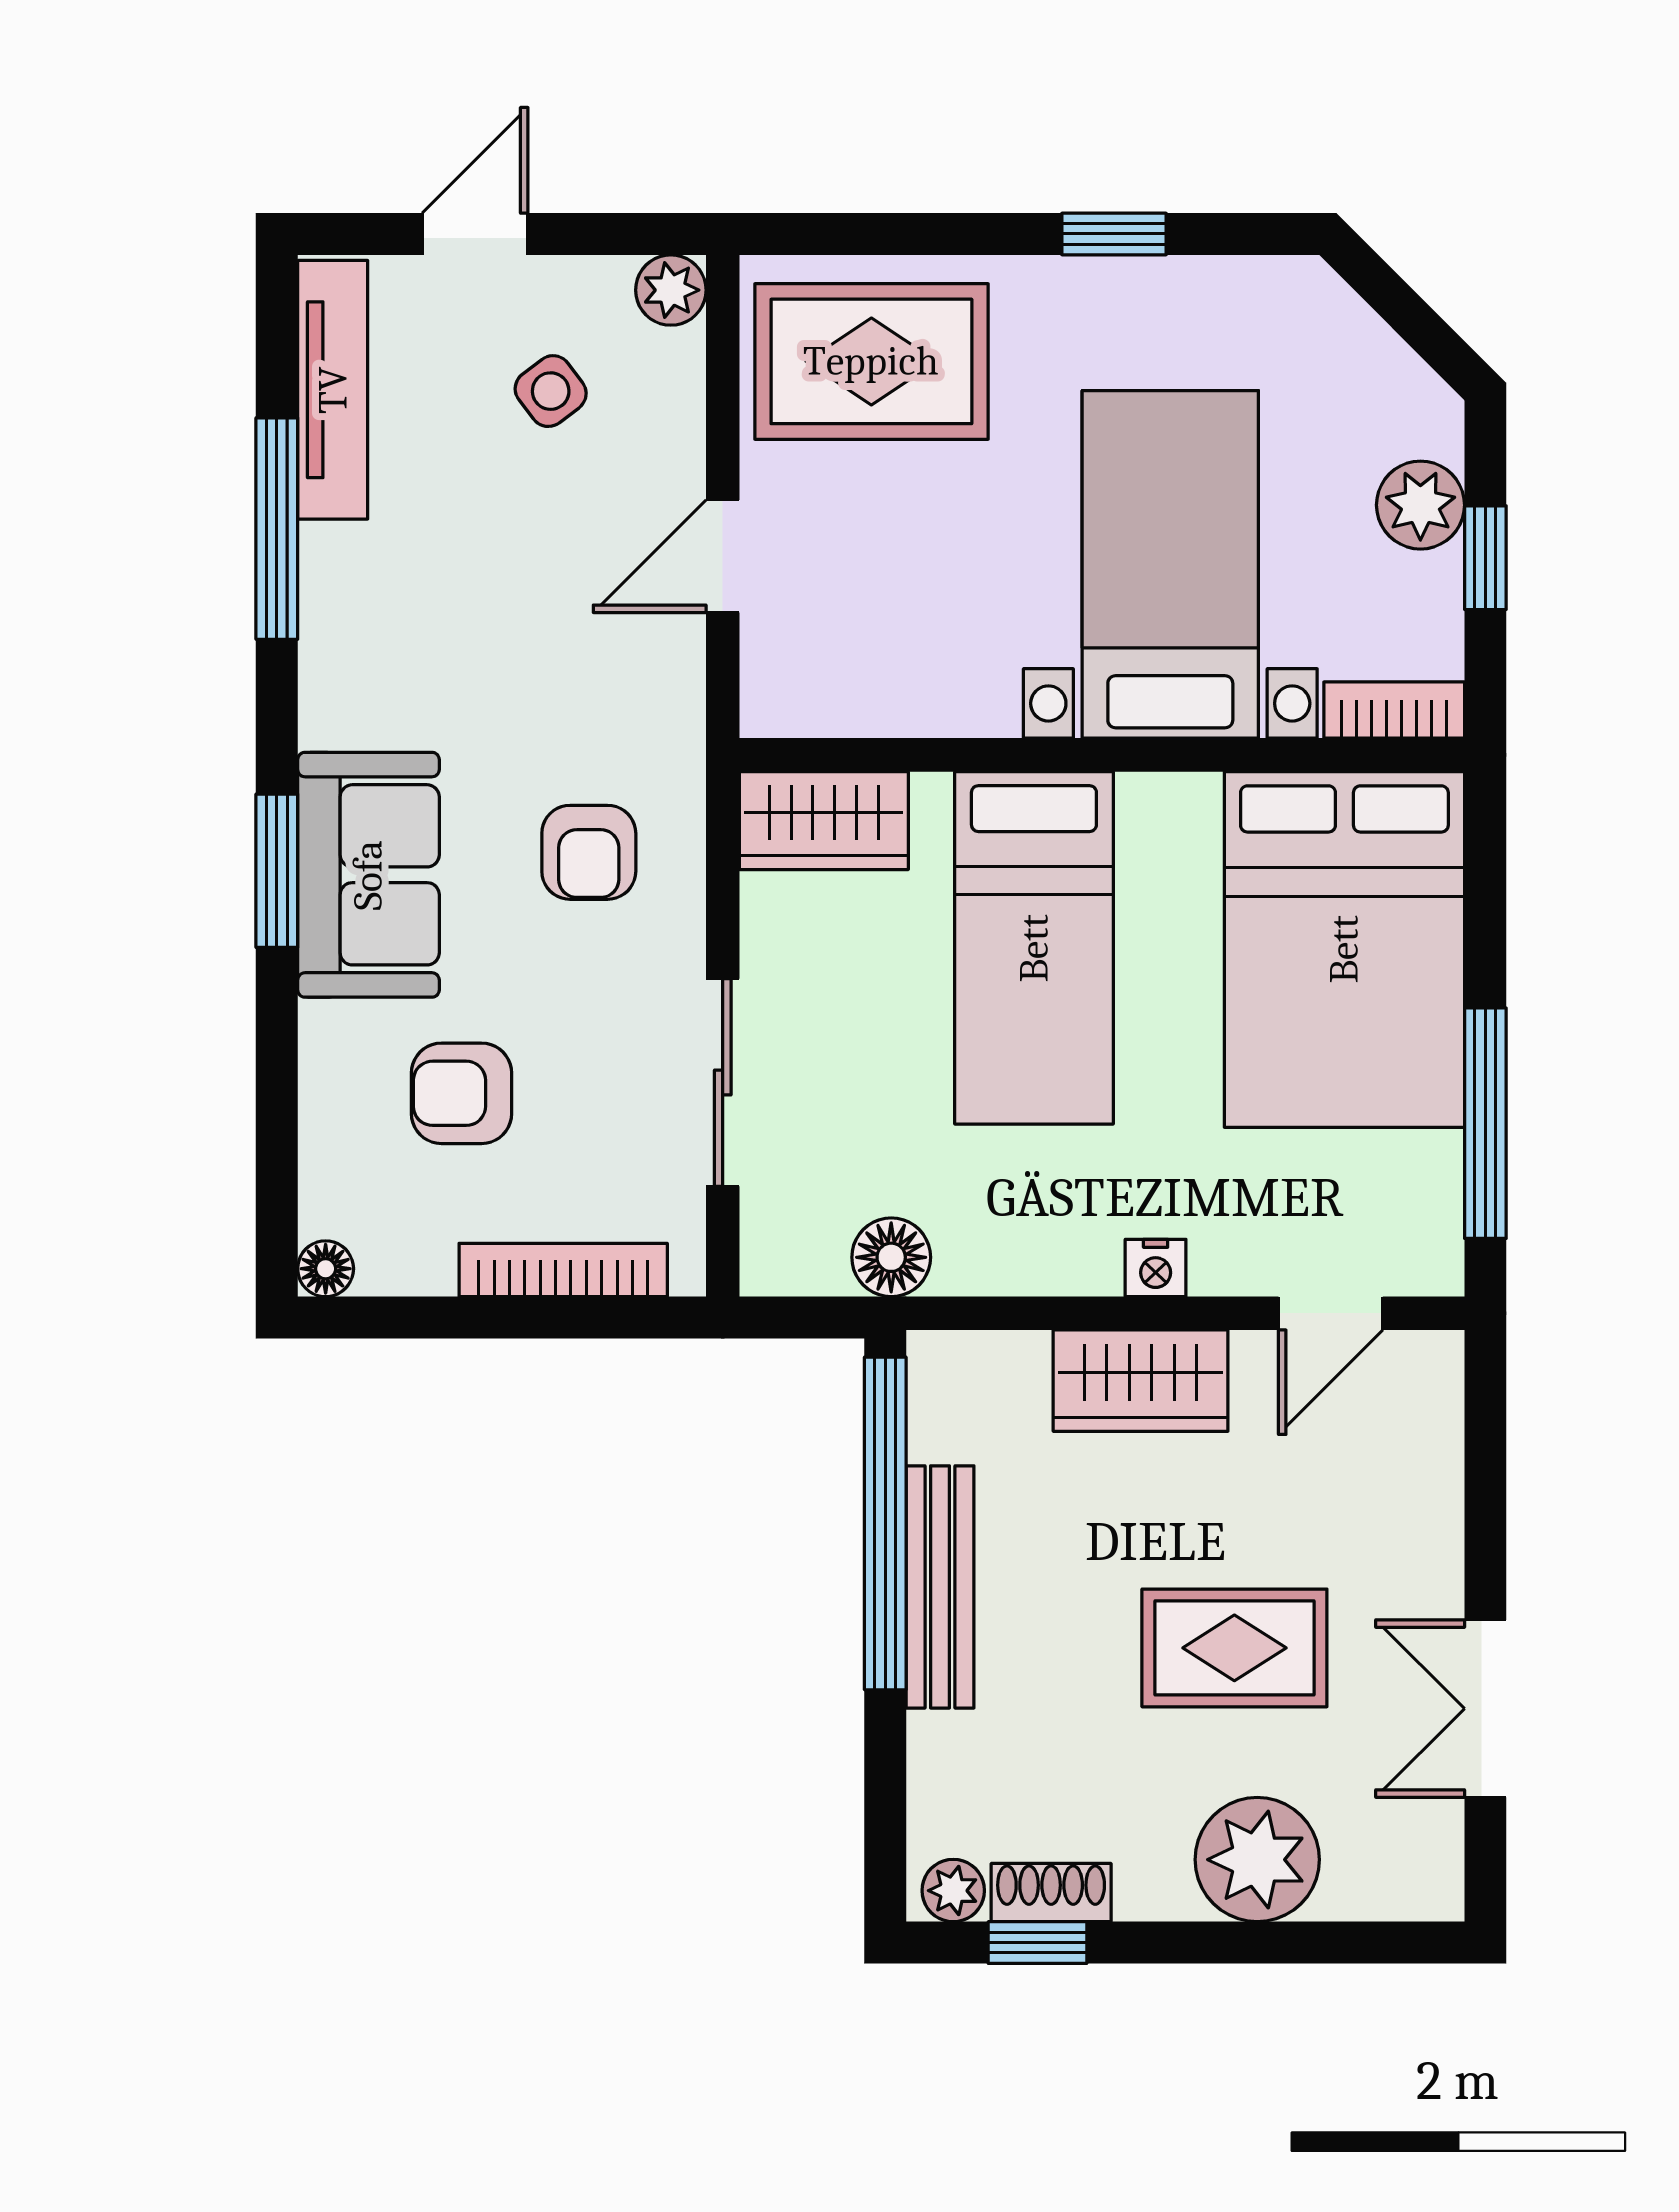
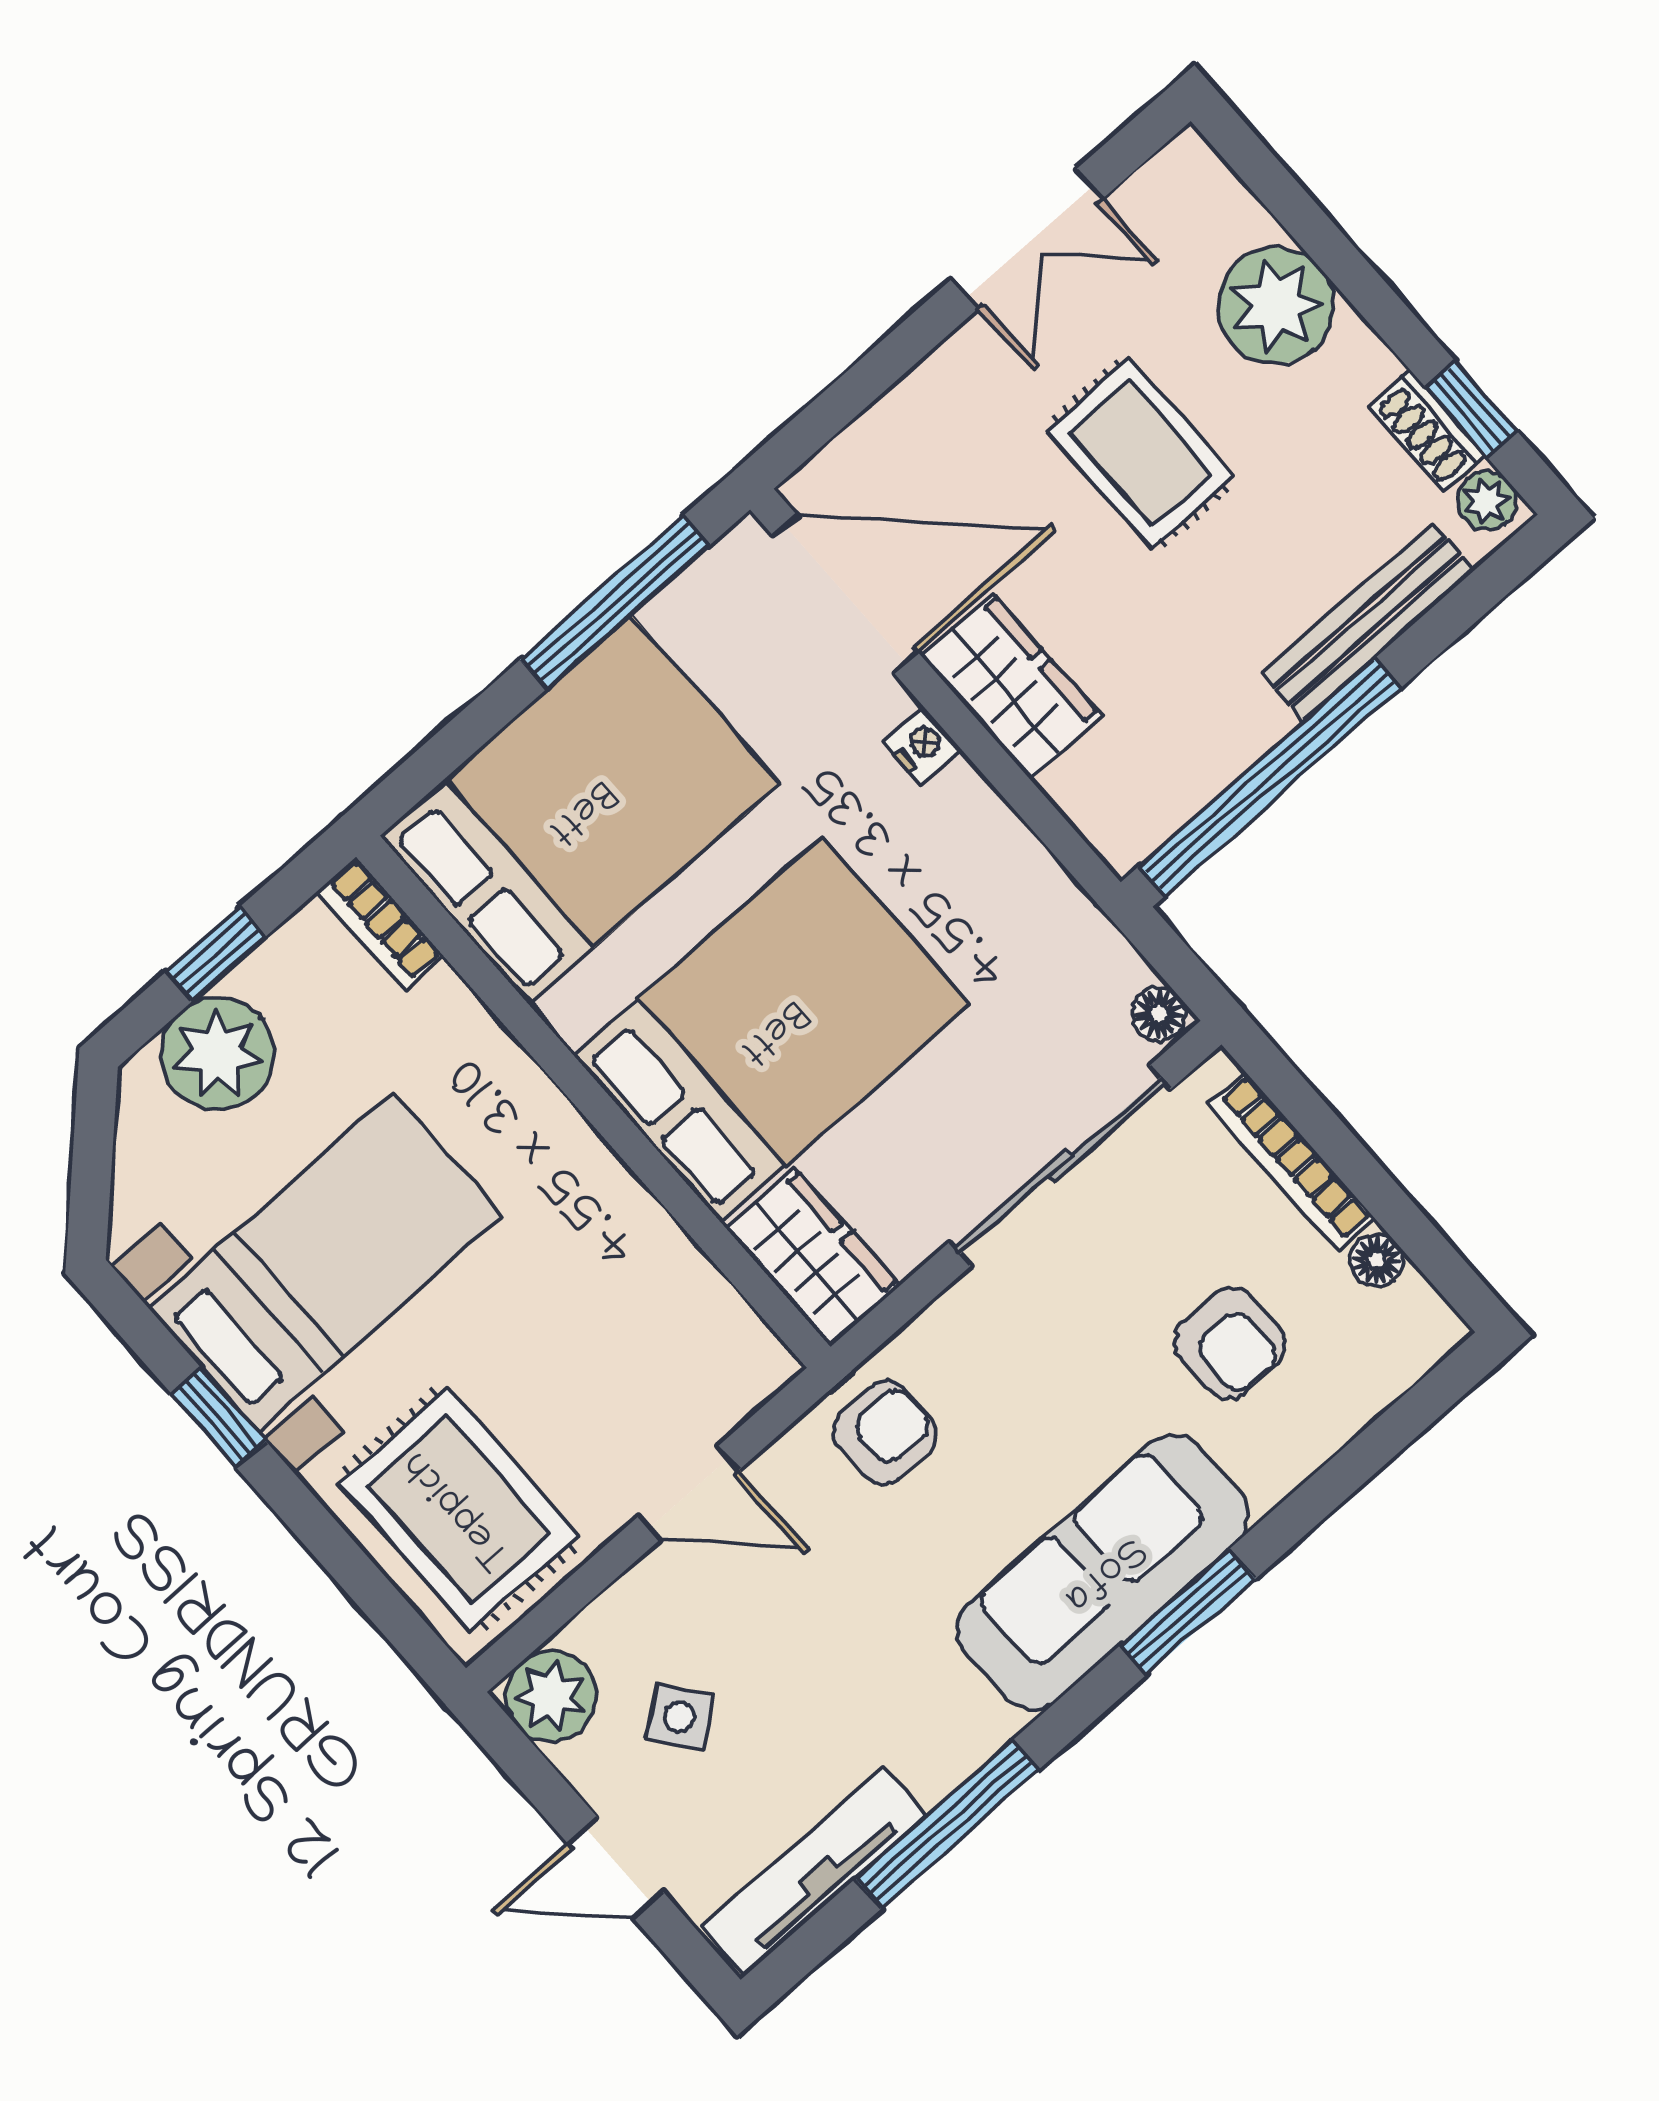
plant: (671, 290) -> (551, 1696), width x1.38, depth x1.38
plant: (1420, 505) -> (218, 1054), width x1.36, depth x1.36
bed with nightstands: (1170, 564) -> (326, 1262), moved, turned 180
armchair: (589, 852) -> (884, 1433), moved
sofa: (368, 875) -> (1103, 1572), width x1.36
bed: (1034, 948) -> (772, 1030), width x1.50
sliding door: (723, 1082) -> (1060, 1166), width x1.37
floor lamp: (891, 1257) -> (1158, 1014), moved, width x0.73, depth x0.73
floor lamp: (326, 1269) -> (1377, 1260), moved
door: (1331, 1313) -> (845, 593), width x1.88
bench: (940, 1587) -> (1368, 622), moved

